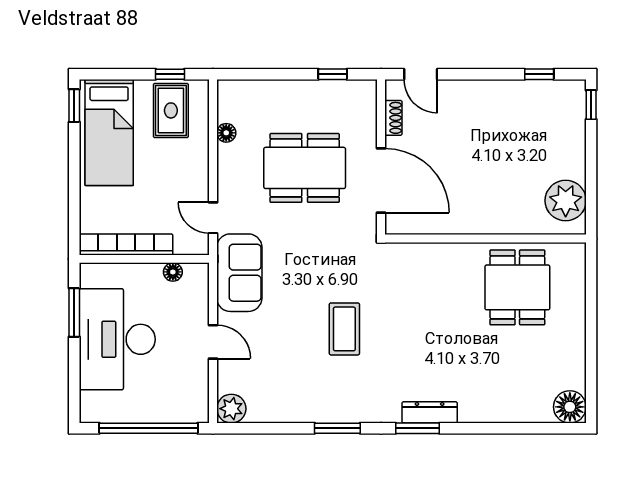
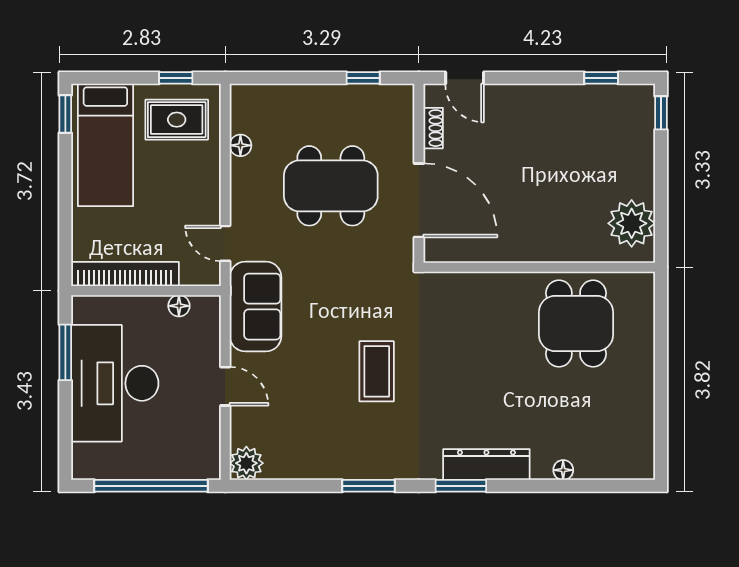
rug: (171, 110) -> (177, 120), turned 90
floor lamp: (570, 407) -> (563, 470), moved, width x0.53, depth x0.53
dresser: (430, 412) -> (486, 464), width x1.37, depth x1.24

